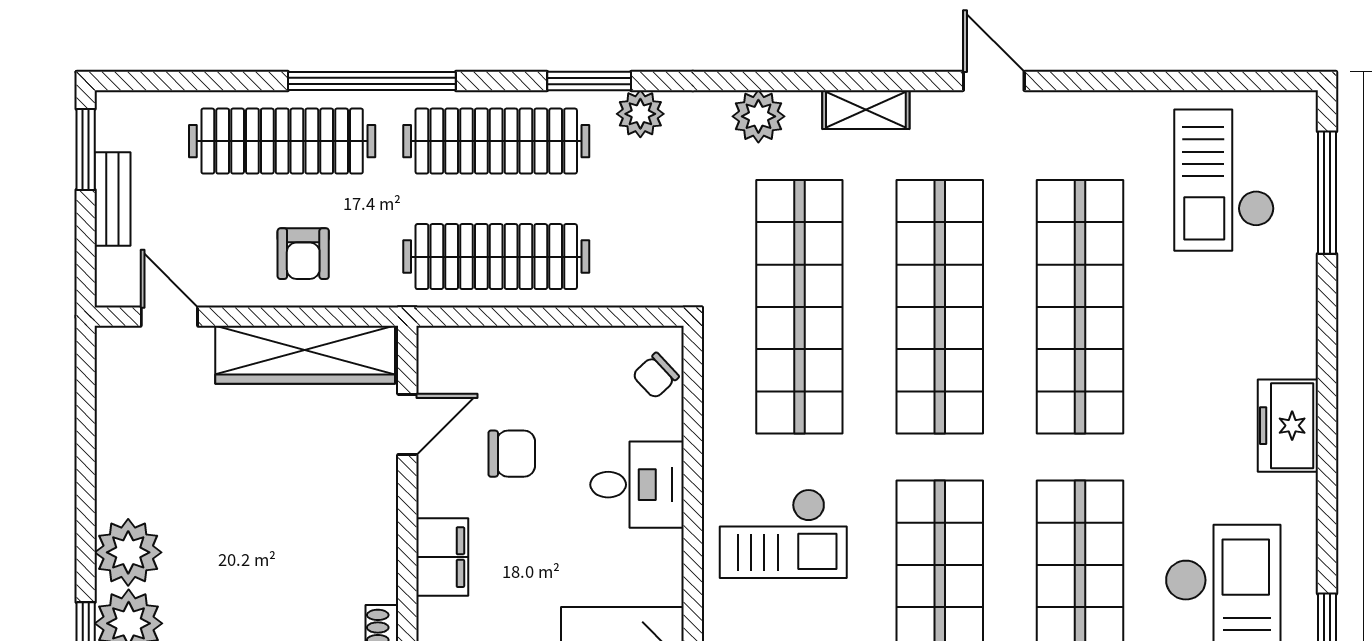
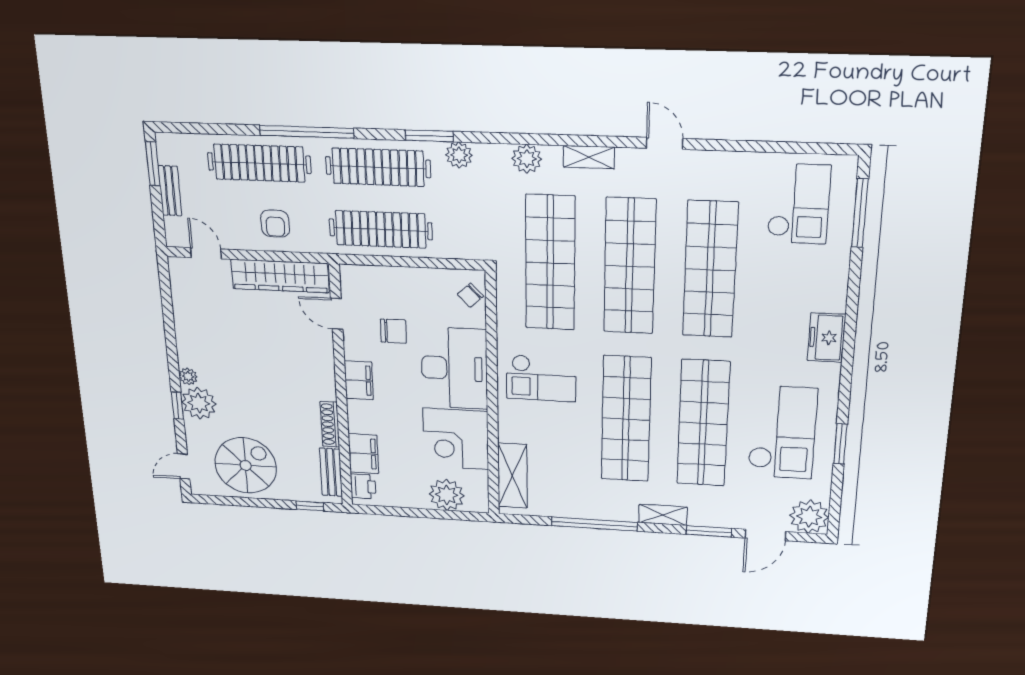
checkout: (1224, 180) -> (799, 204), turned 180
door: (407, 424) -> (337, 314), swing flipped
desk: (637, 485) -> (454, 368), width x1.87, depth x1.30
plant: (128, 552) -> (188, 376), width x0.53, depth x0.53

